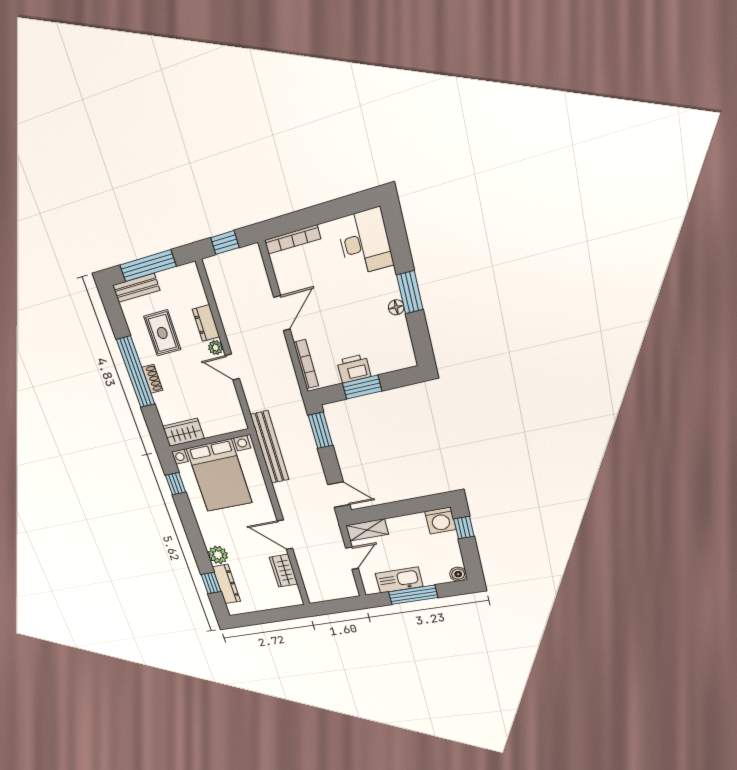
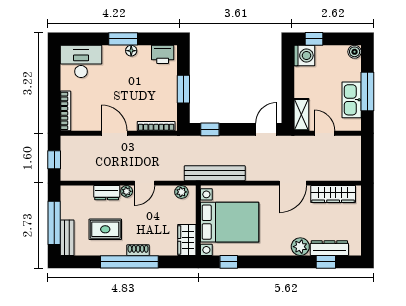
printer: (354, 369) -> (163, 54), moved, turned -90
plant: (236, 414) -> (181, 192), added
window: (321, 430) -> (210, 129), width x0.67
wardrobe: (283, 571) -> (333, 194), width x1.50

